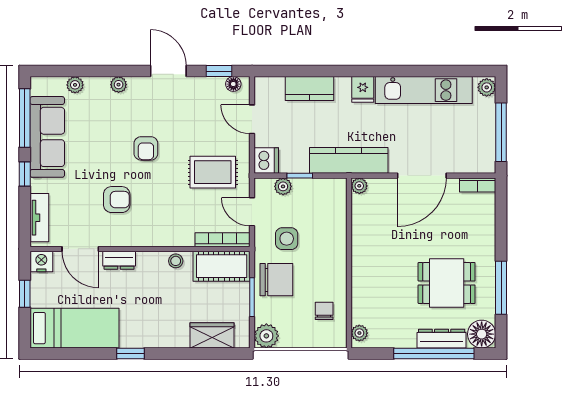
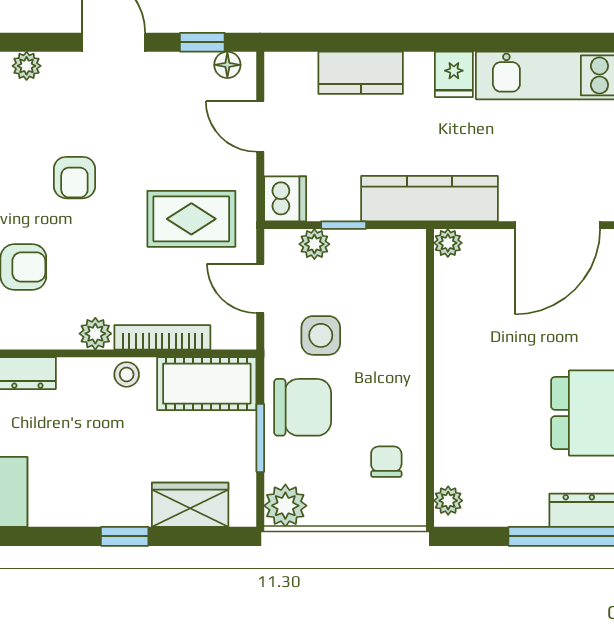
plant: (158, 238) -> (95, 334), added
bookcase: (222, 240) -> (162, 337), moved
window: (131, 353) -> (125, 536), moved

